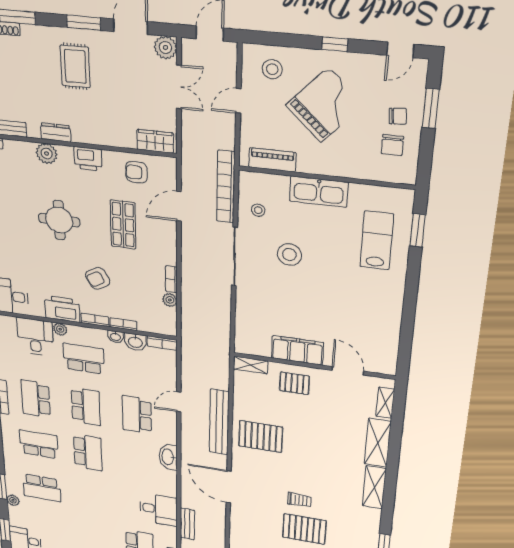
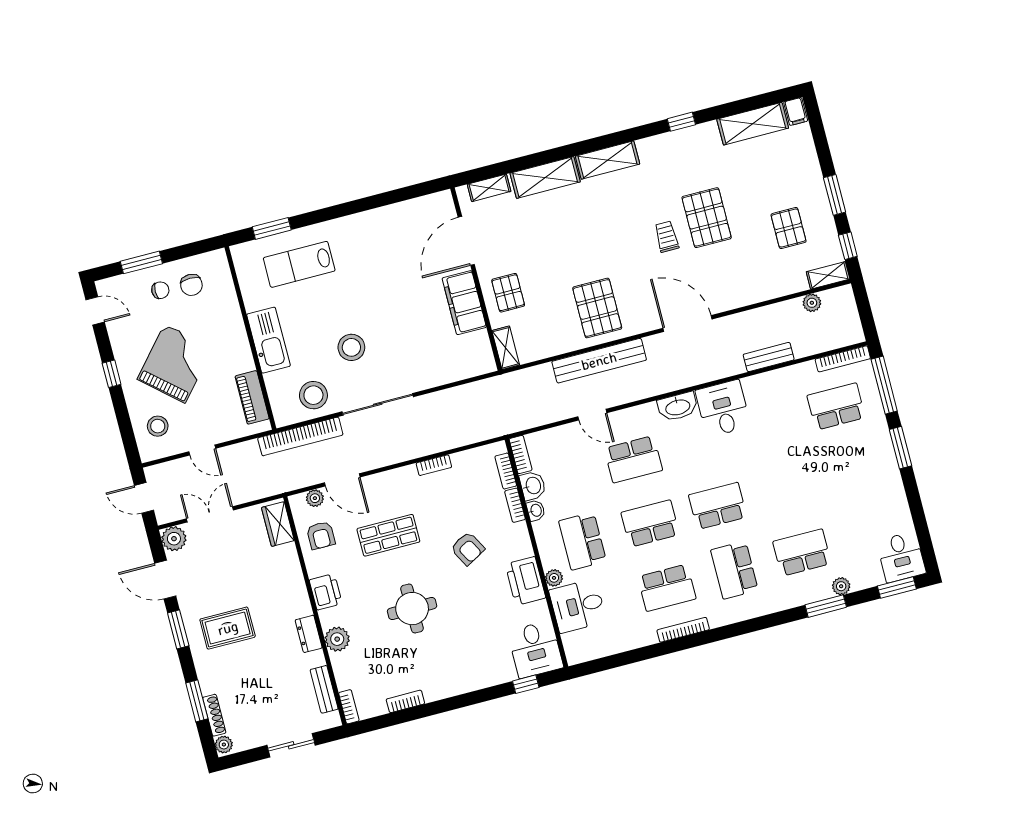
grand piano: (325, 105) -> (175, 364), turned 88
chair: (398, 116) -> (160, 290), turned 95
chair: (392, 145) -> (191, 285), turned 90
stool: (258, 210) -> (313, 395), width x1.89, depth x1.89
plant: (170, 300) -> (315, 498), moved
bookcase: (95, 320) -> (506, 471), moved
door: (348, 371) -> (466, 241), width x1.36
door: (229, 487) -> (688, 324), swing flipped
school desk: (42, 488) -> (802, 553), turned -90
desk: (159, 509) -> (723, 408), moved

